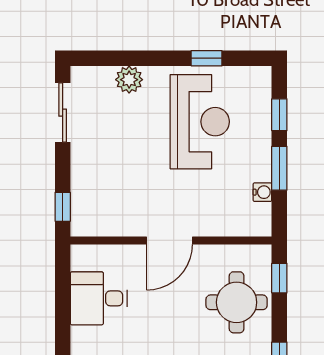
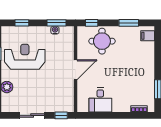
sliding door: (63, 113) -> (32, 115), moved
window: (279, 168) -> (56, 23), moved
door: (169, 240) -> (76, 70), hinge flipped

